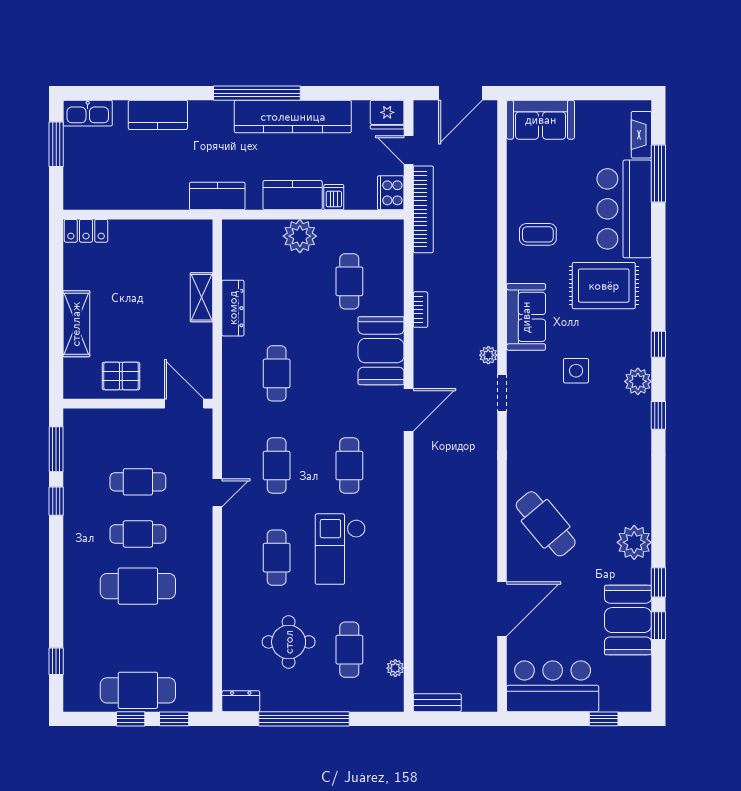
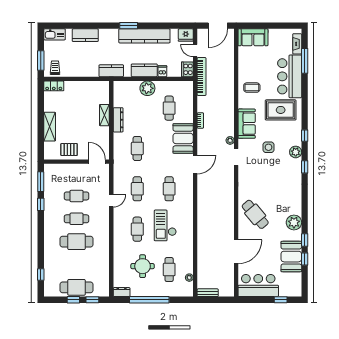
window: (257, 93) -> (129, 26), width x0.47
window: (56, 144) -> (41, 61), moved
trolley: (89, 189) -> (55, 68), added

